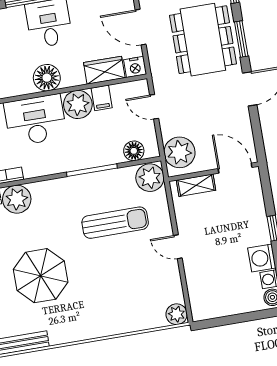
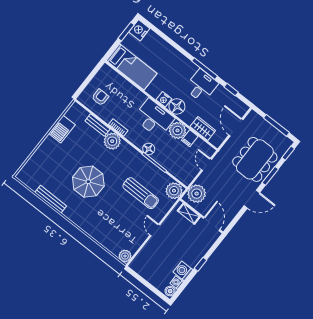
nightstand: (135, 67) -> (164, 99), moved
floor lamp: (134, 151) -> (149, 149), moved

